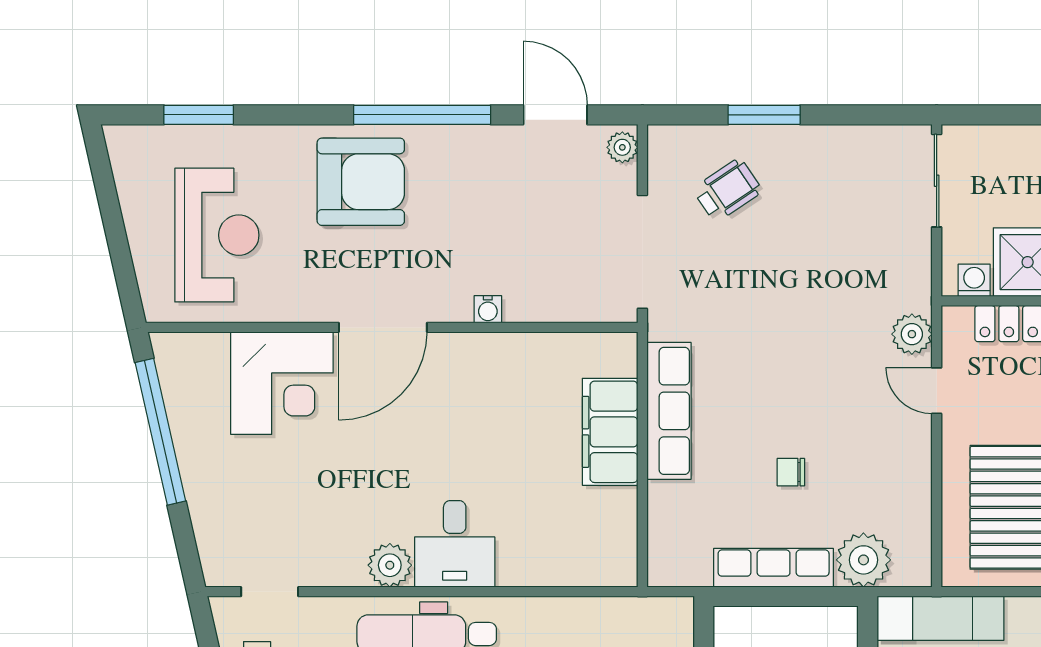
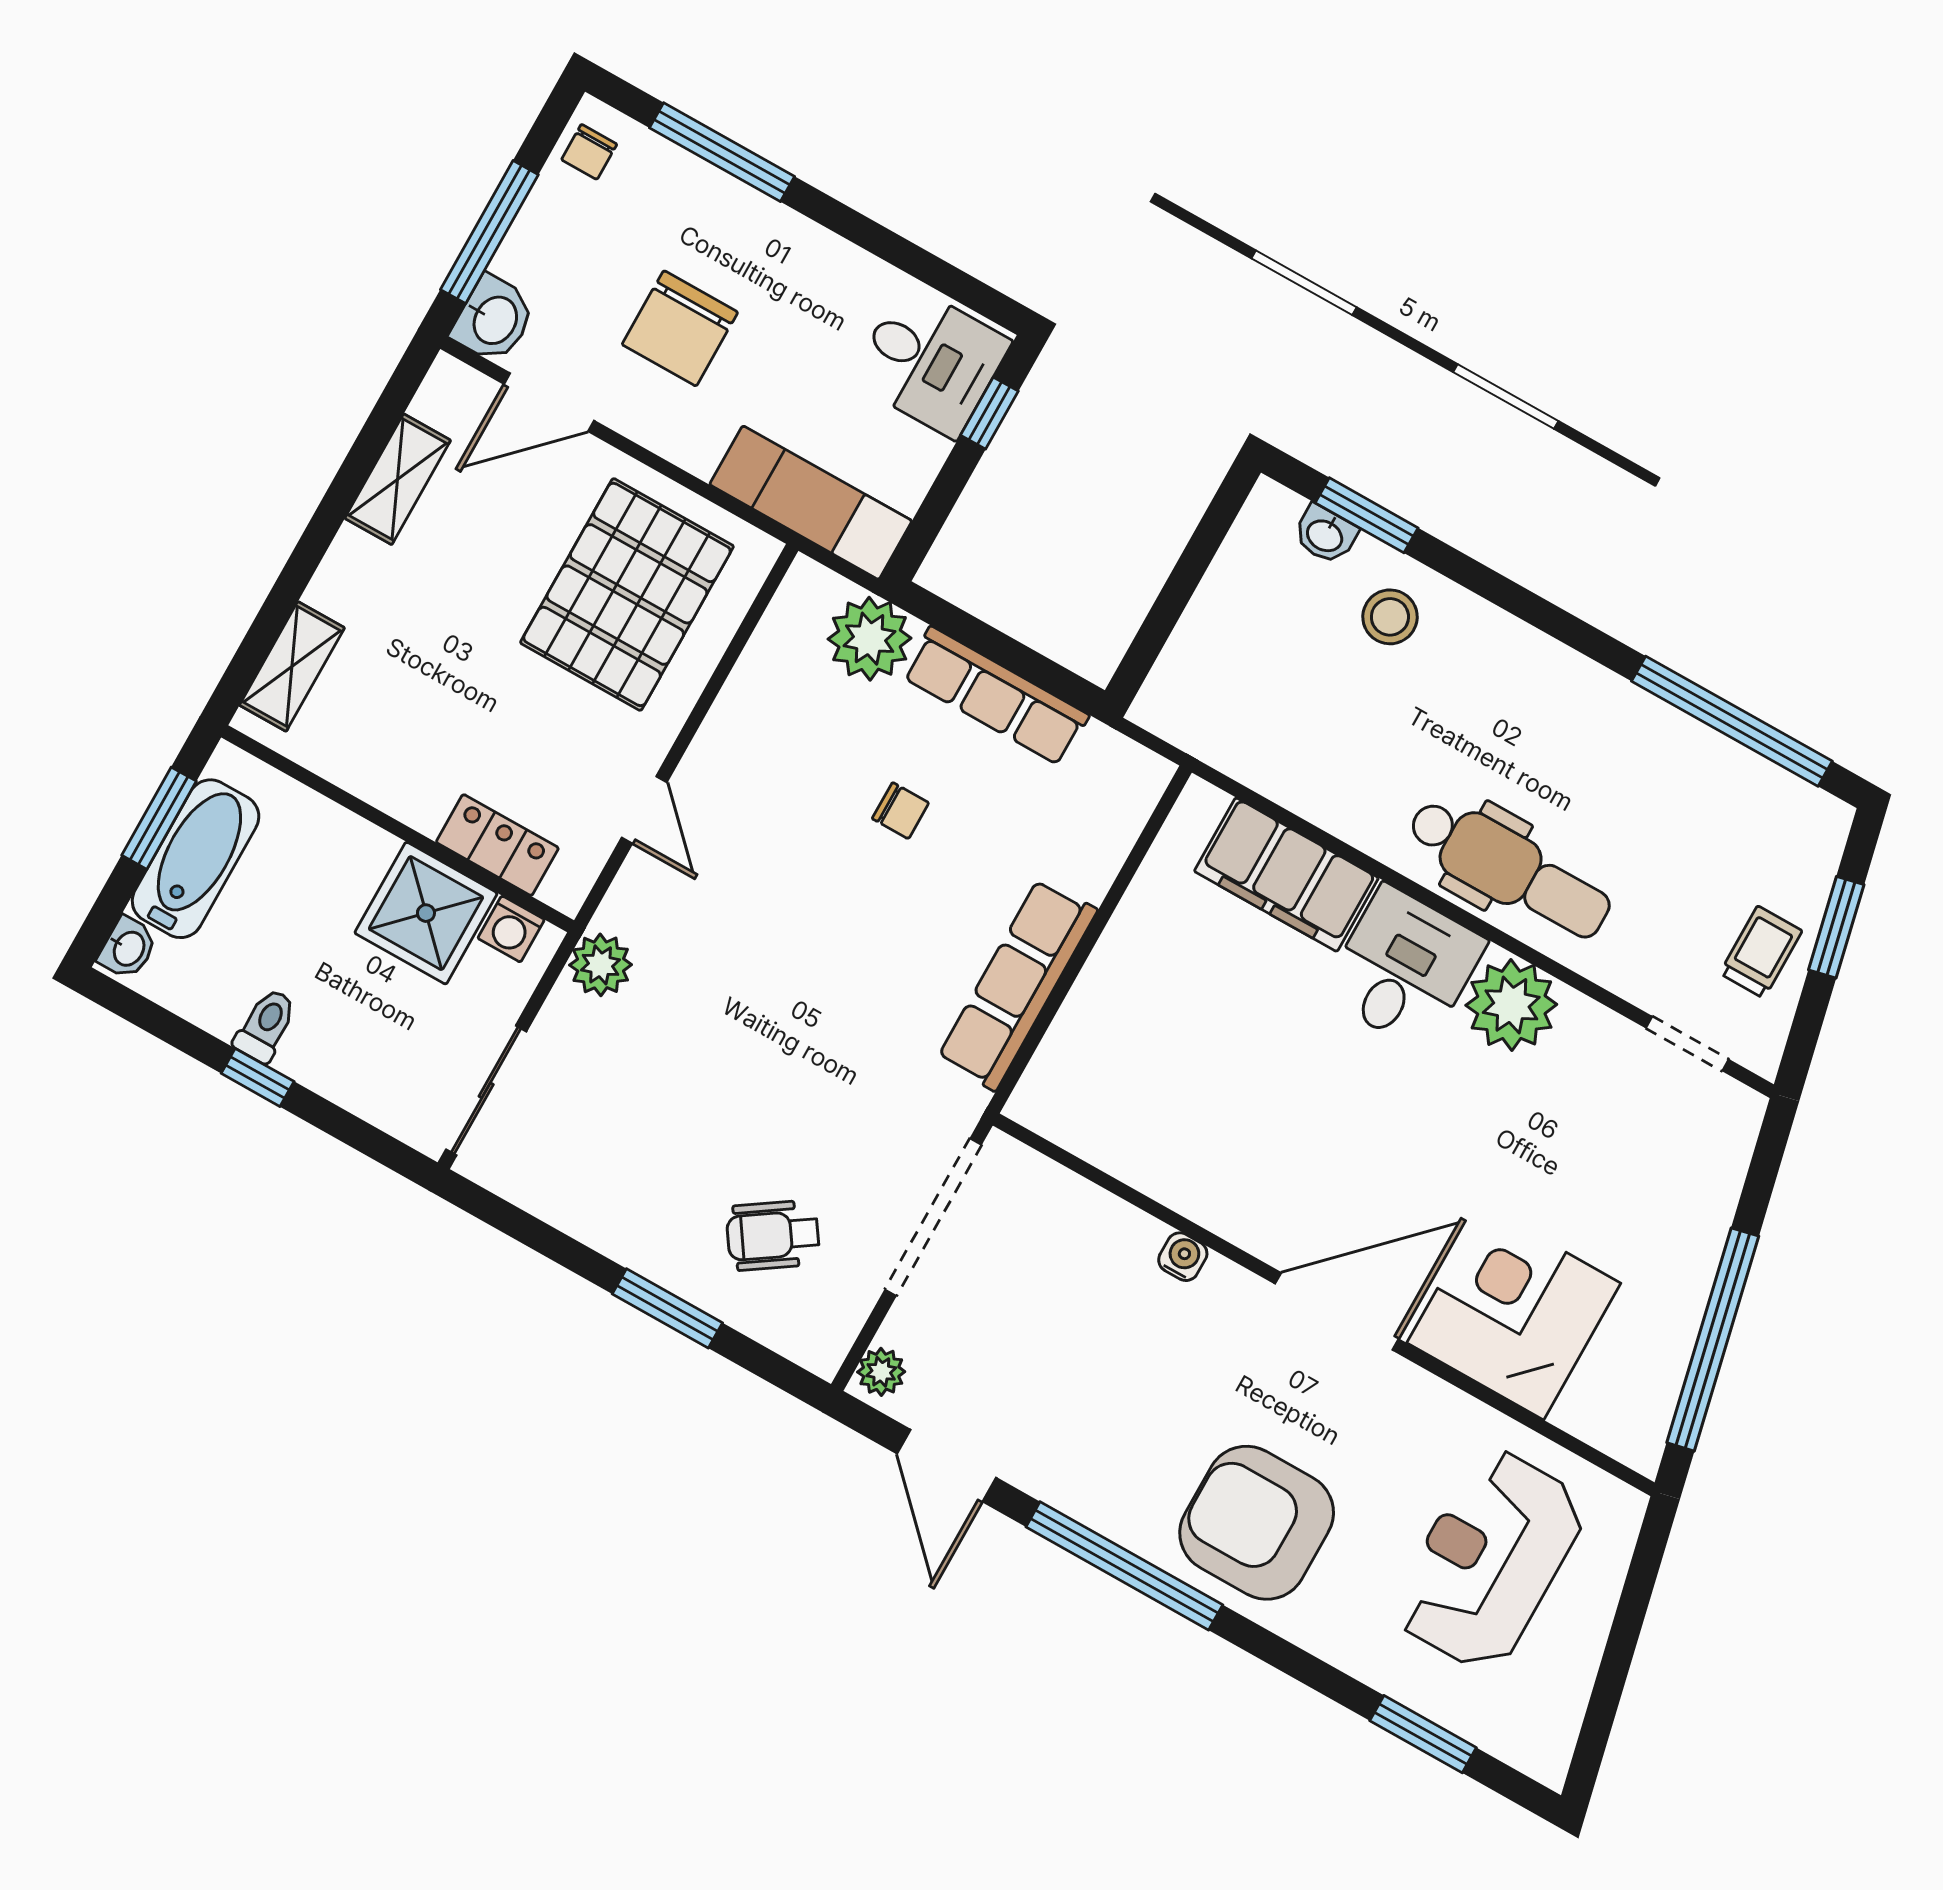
plant: (912, 334) -> (601, 965), moved
filing cabinet: (610, 432) -> (1286, 875), moved, turned 90
plant: (390, 565) -> (1511, 1005), width x1.36, depth x1.36

